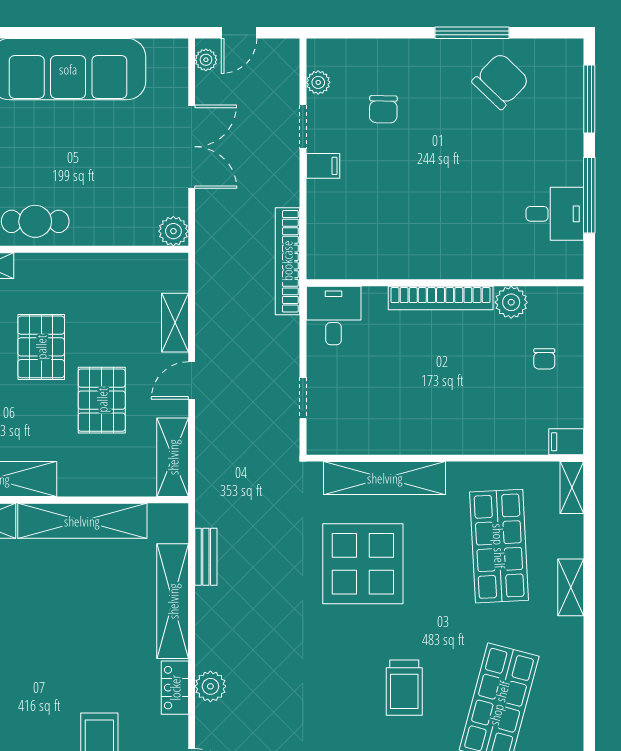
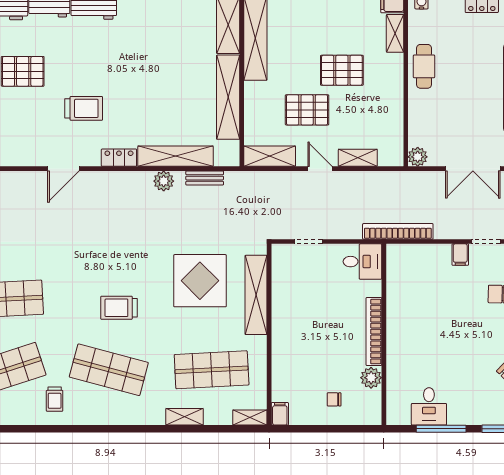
plant: (210, 686) -> (164, 181), moved

